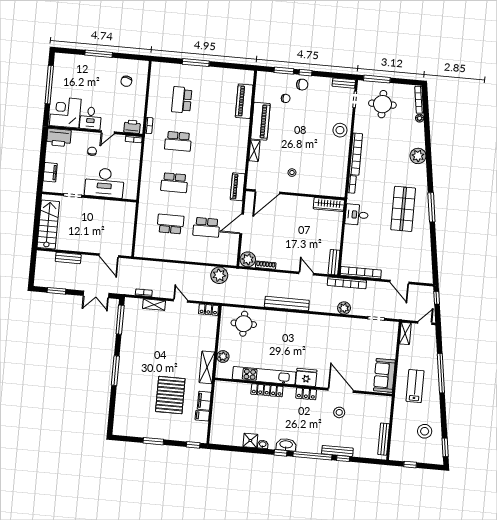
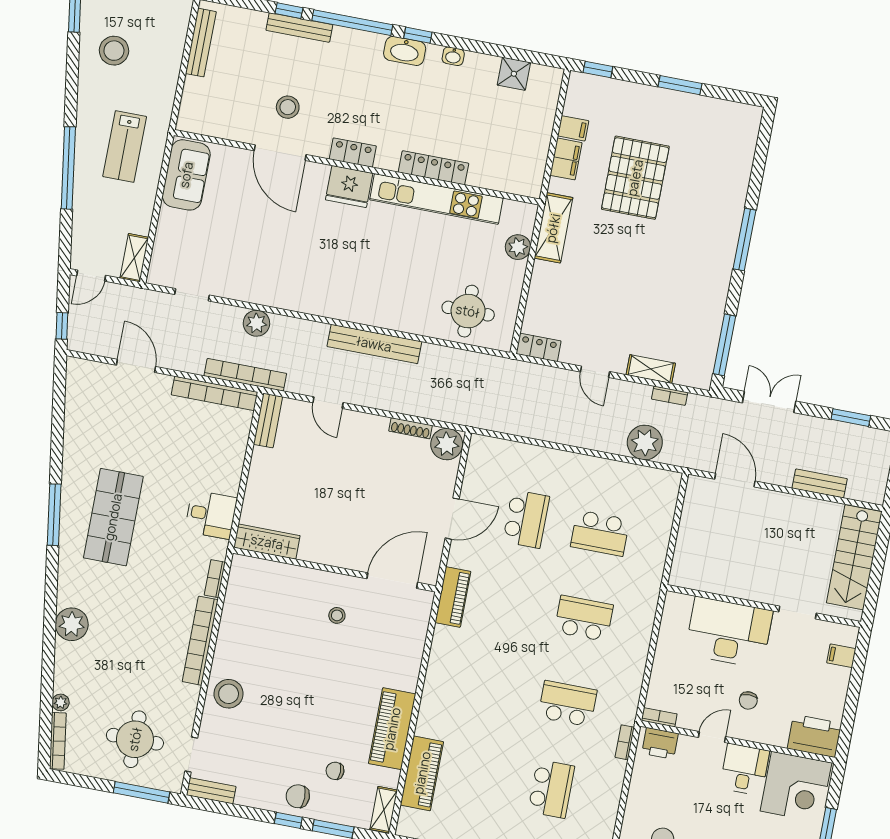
shelving: (254, 151) -> (384, 810), moved
filing cabinet: (50, 172) -> (841, 656), width x0.50
school desk: (206, 227) -> (526, 519), turned 90
plant: (219, 275) -> (645, 442), moved
shower: (250, 440) -> (514, 74), moved

